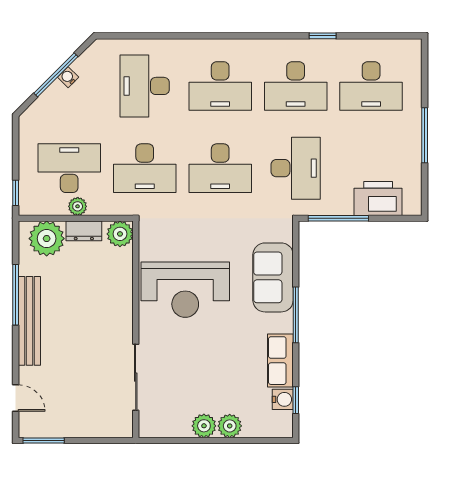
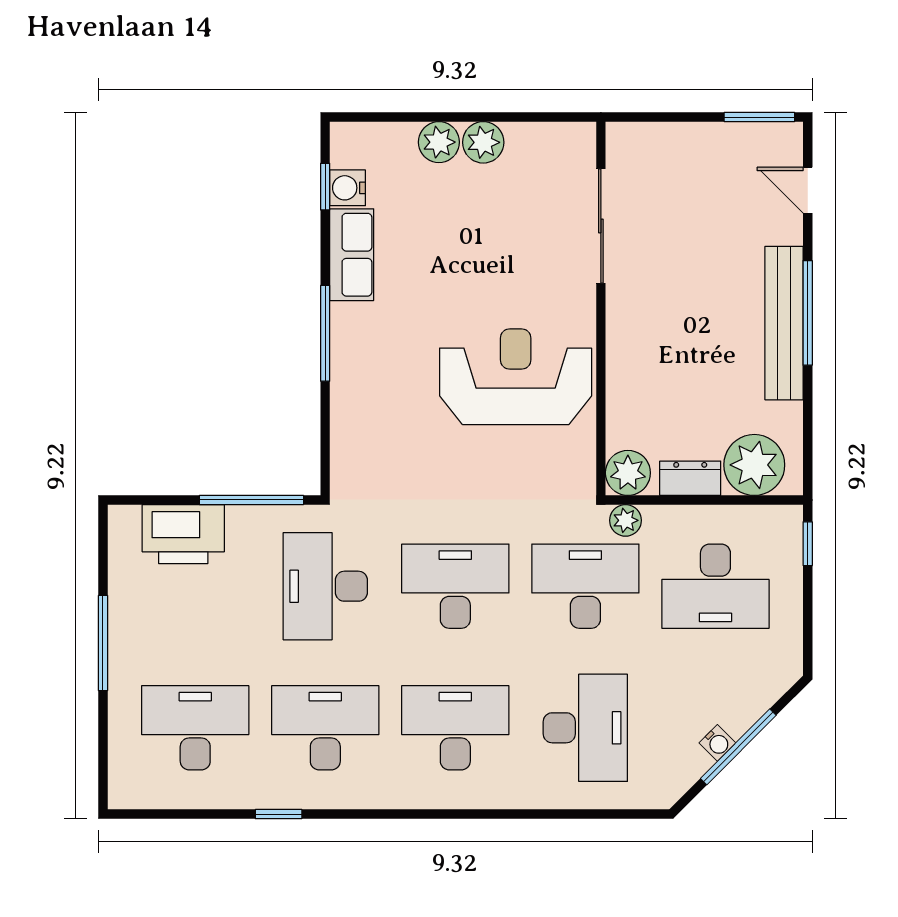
plant: (78, 206) -> (625, 520), moved
sofa: (273, 277) -> (364, 398), removed
window: (16, 295) -> (808, 313), moved

